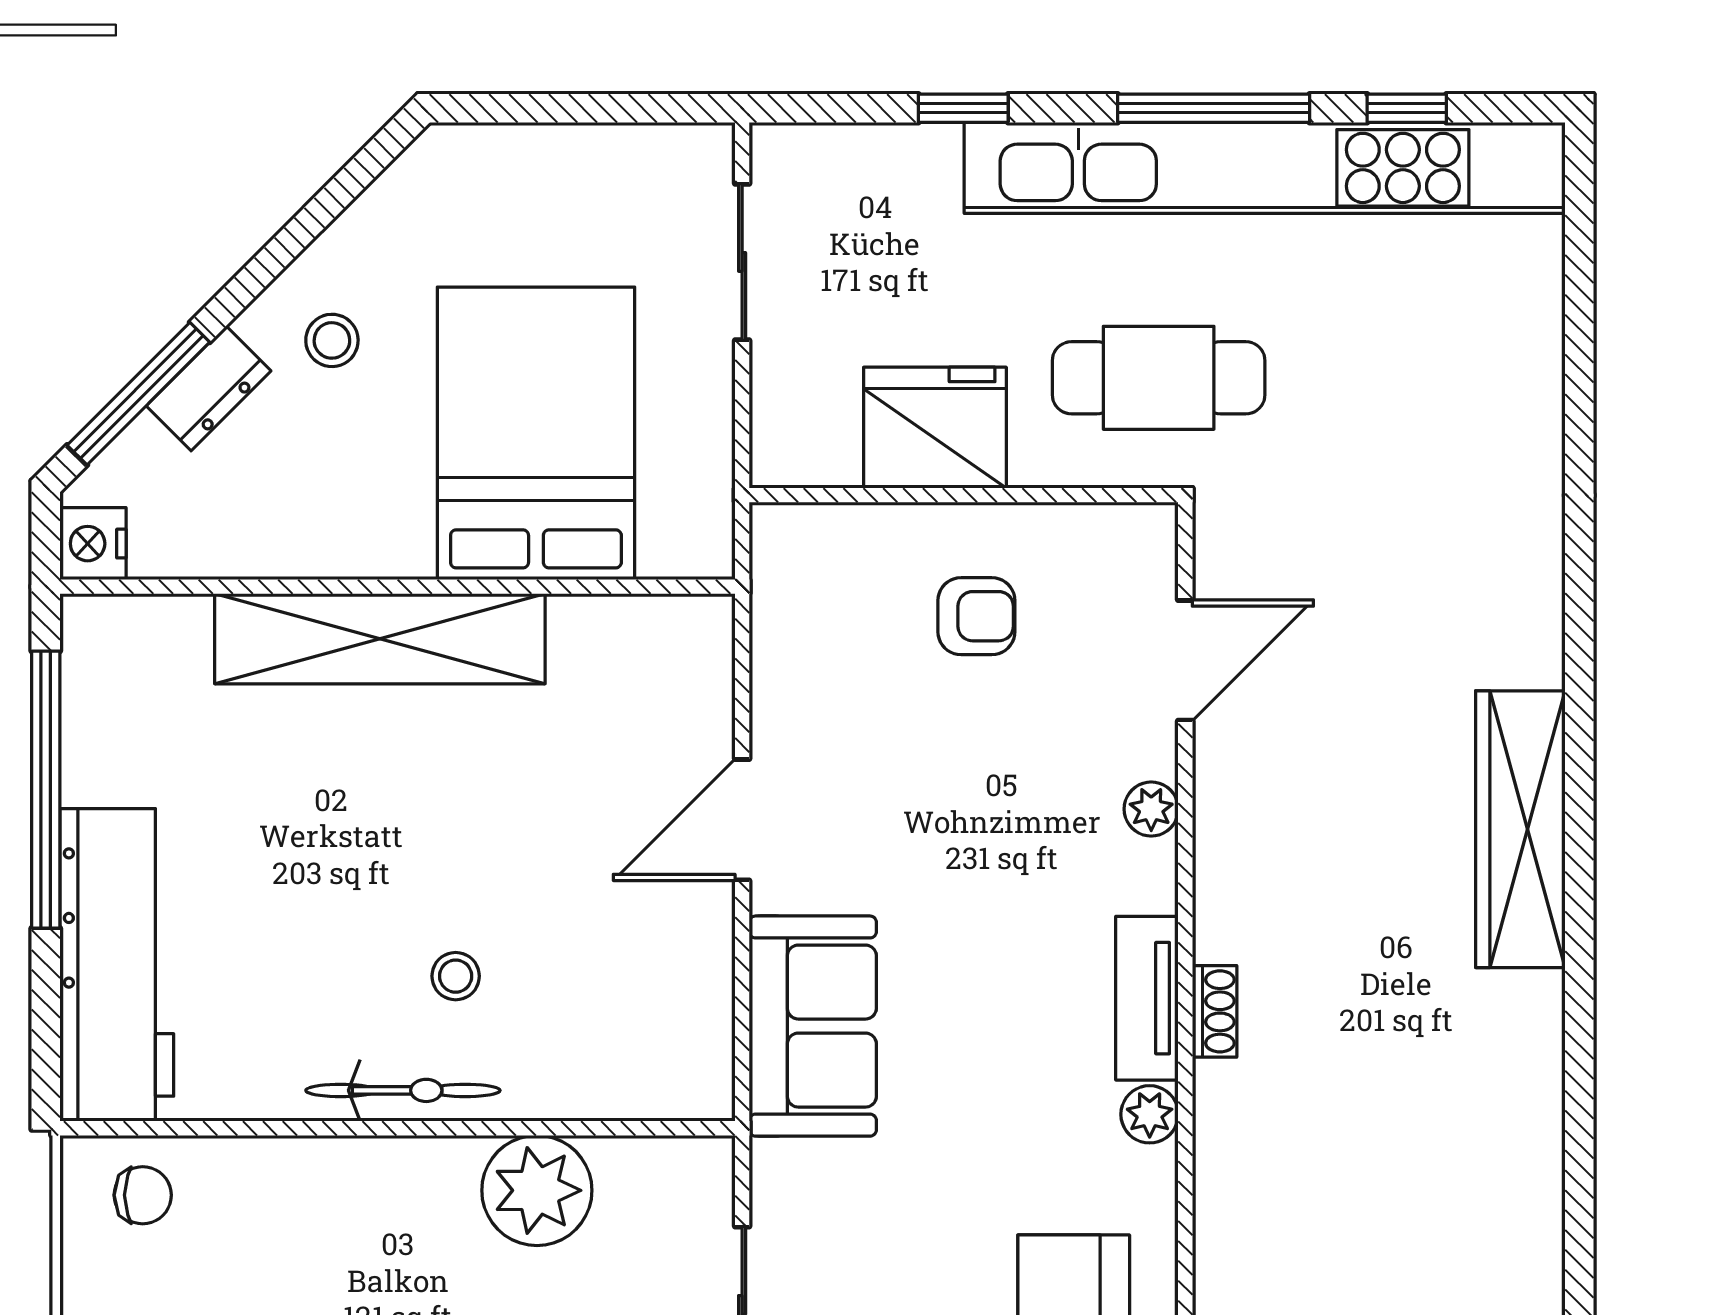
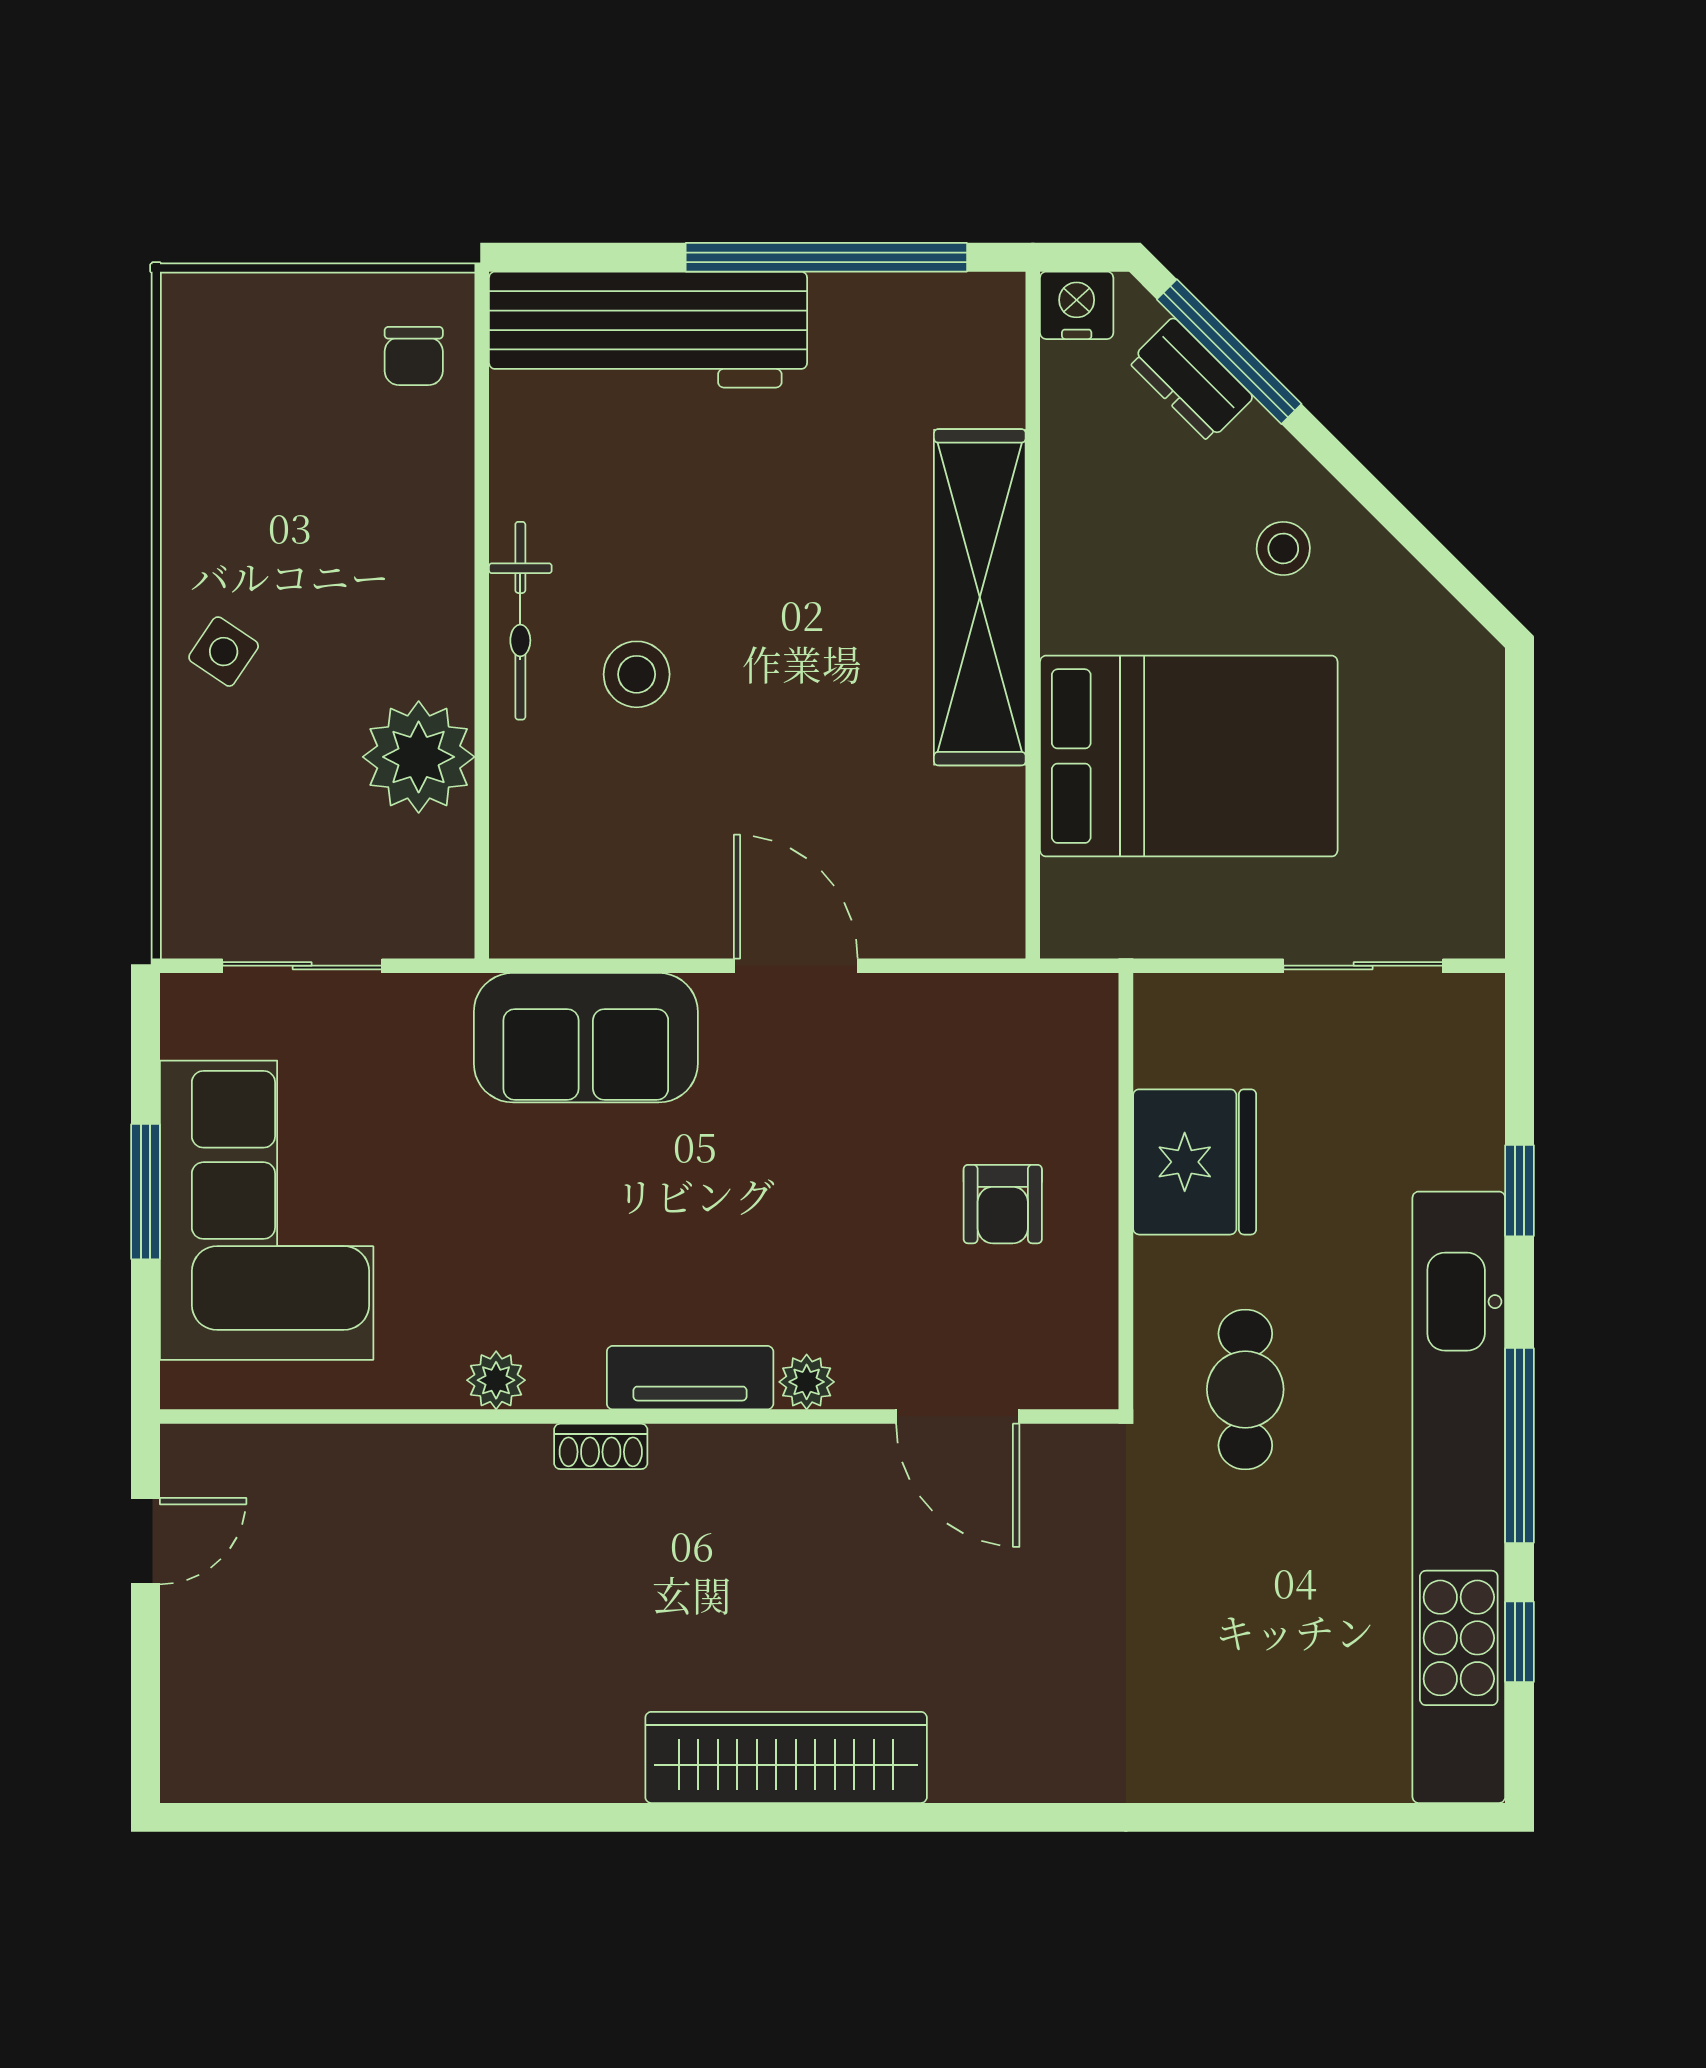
cafe table: (1159, 378) -> (1245, 1389), width x0.73, depth x0.74
dresser: (209, 388) -> (1191, 379), moved
stool: (456, 976) -> (637, 674), width x1.37, depth x1.37
tv unit: (1147, 998) -> (690, 1378), moved

